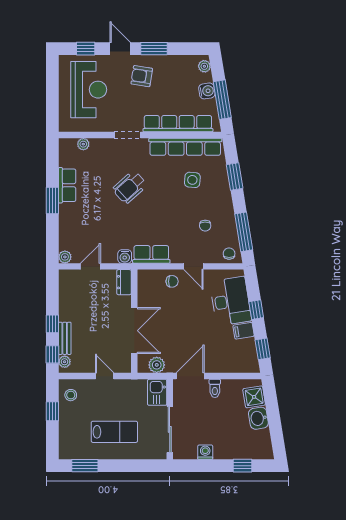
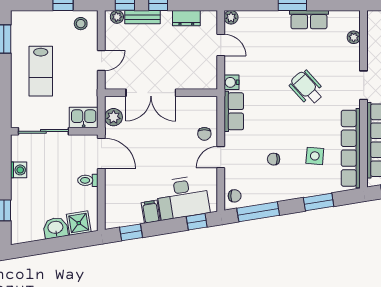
chair: (205, 226) -> (274, 159), moved
dresser: (124, 282) -> (186, 18), moved, turned 180
window: (256, 310) -> (197, 222), moved

